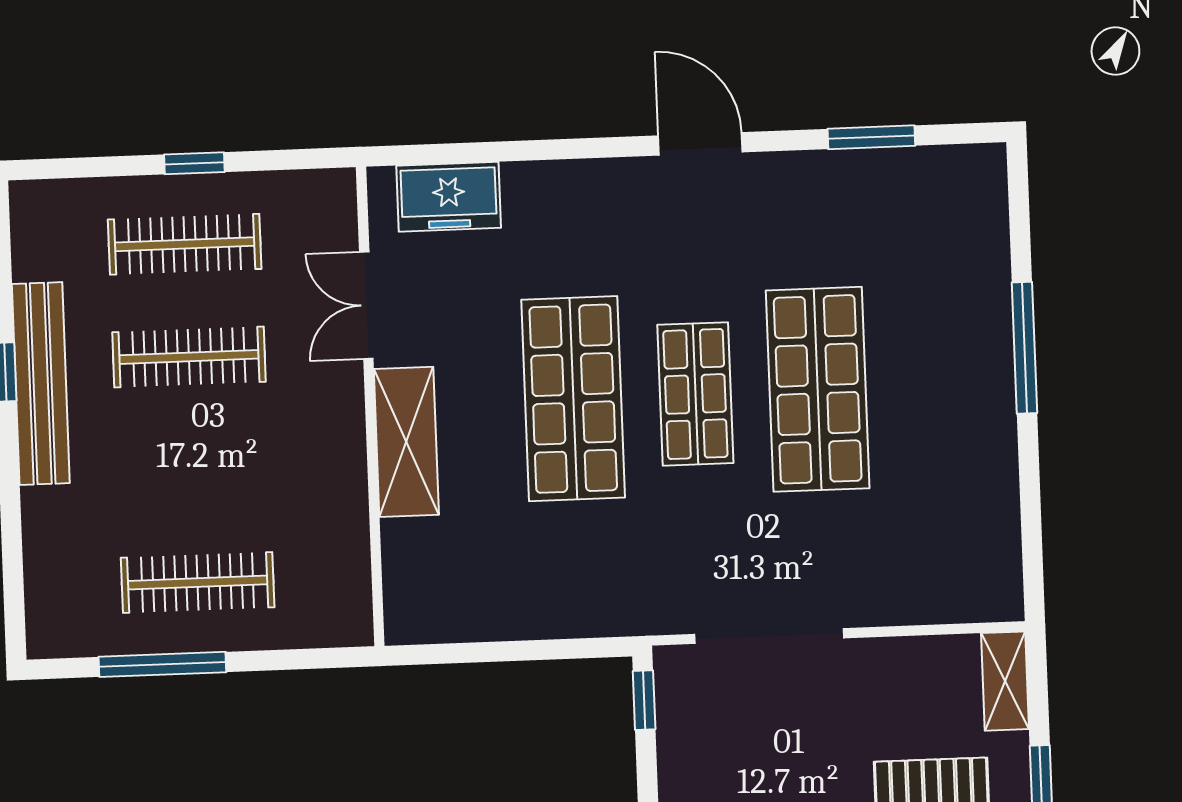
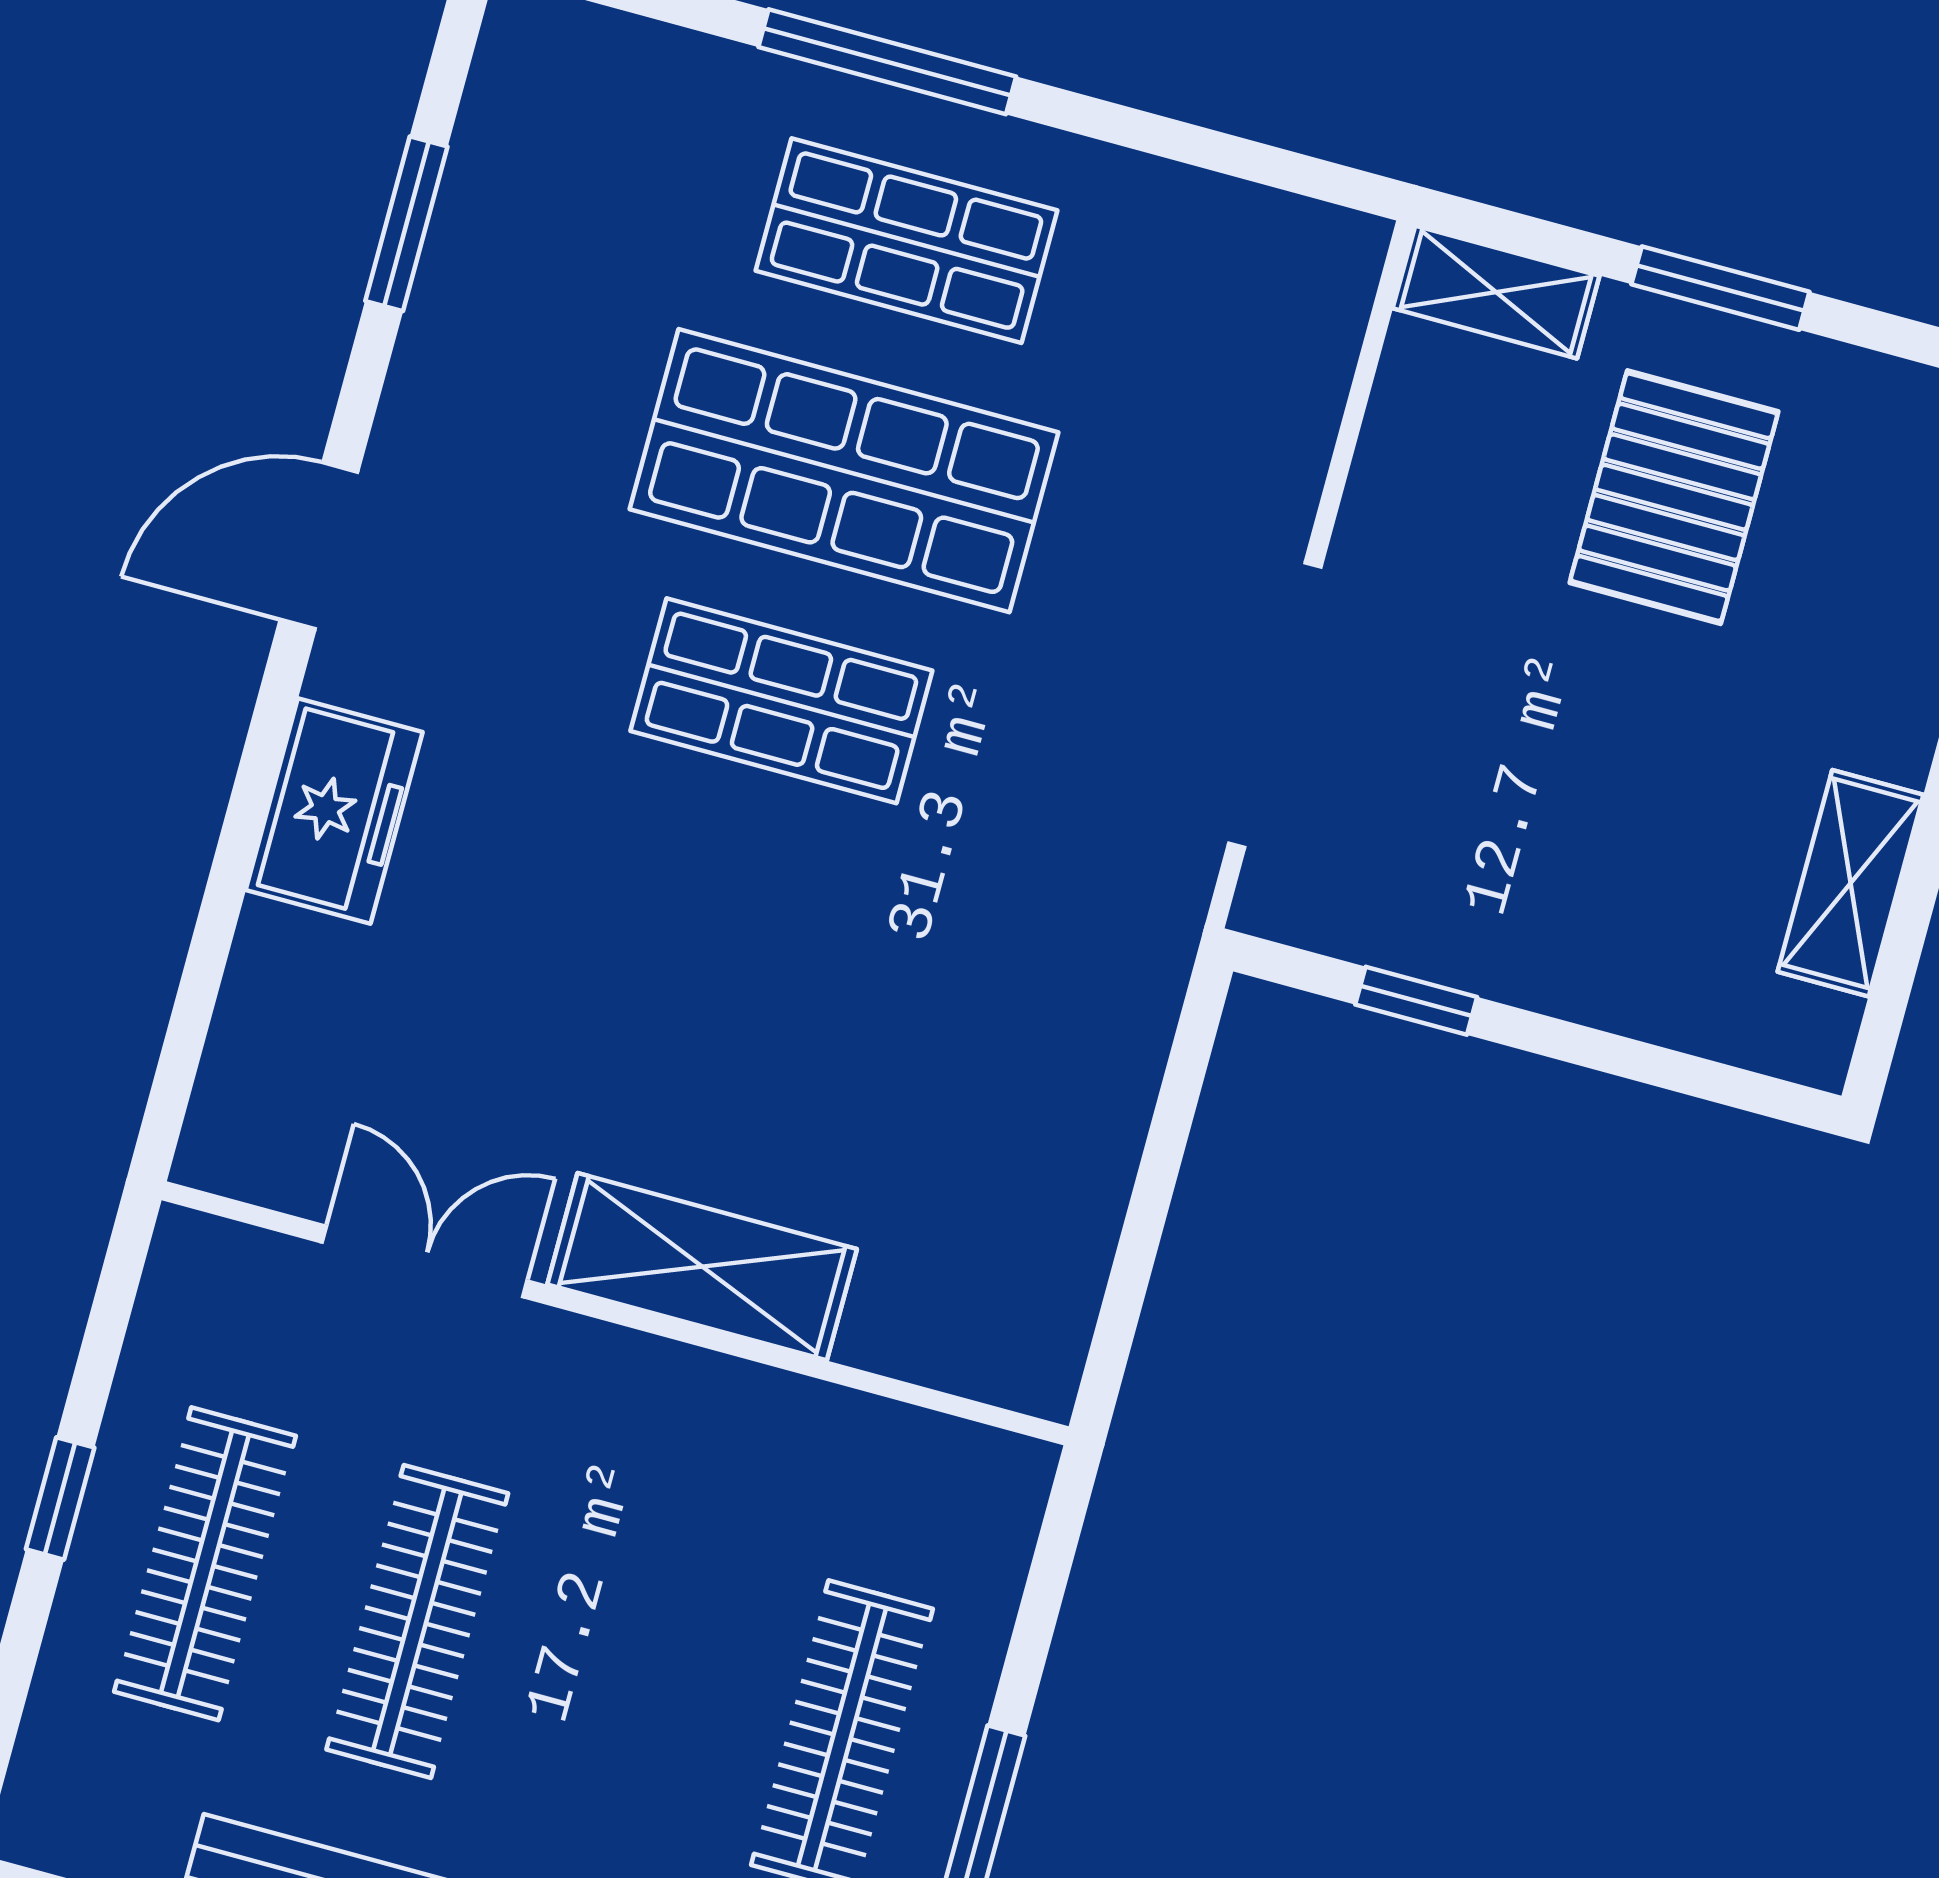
freezer: (449, 197) -> (334, 811), moved
double door: (366, 305) -> (425, 1262), swing flipped
shop shelf: (573, 399) -> (906, 241), moved, width x0.70, depth x0.74
window: (644, 700) -> (1416, 1001), moved

